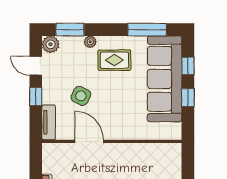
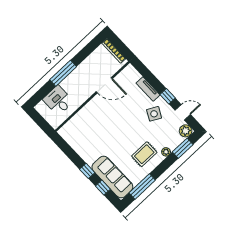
sofa: (165, 79) -> (112, 177), width x0.74, depth x0.79
side table: (81, 96) -> (154, 114), moved
door: (89, 141) -> (104, 85), moved
wall: (112, 141) -> (92, 96), moved

